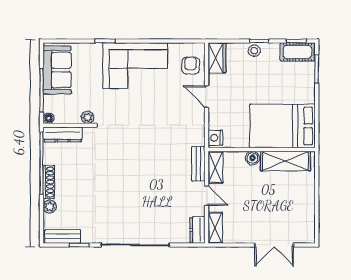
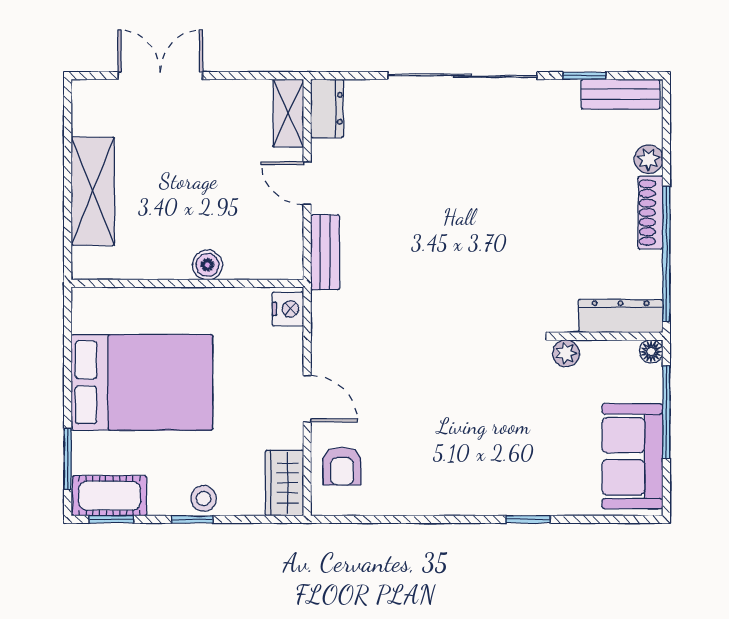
corner sofa: (135, 66) -> (462, 466), removed
bed: (283, 126) -> (142, 382), moved
shelving: (285, 161) -> (93, 191), moved, turned 90
shelving: (216, 167) -> (288, 245), removed

